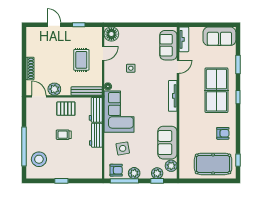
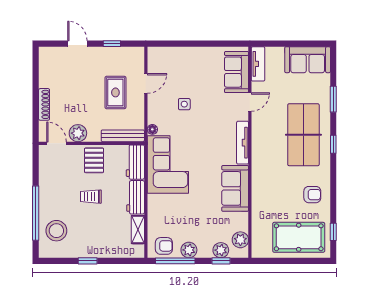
floor lamp: (111, 34) -> (157, 57), removed
pallet: (66, 109) -> (94, 160), turned 90
sofa: (167, 143) -> (235, 188), moved
side table: (123, 148) -> (173, 216), removed
shelving: (97, 158) -> (138, 230), added

